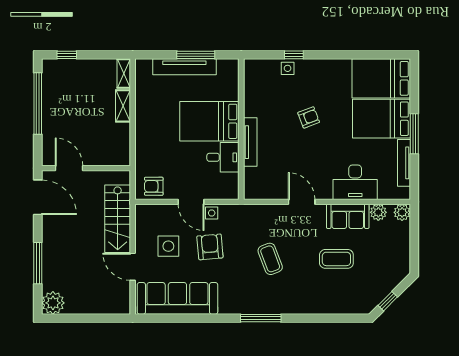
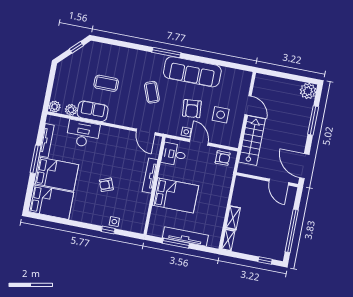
desk: (223, 157) -> (174, 154), moved
door: (302, 202) -> (146, 132), moved
sofa: (177, 298) -> (192, 72), moved

